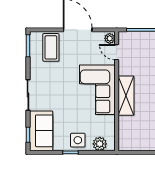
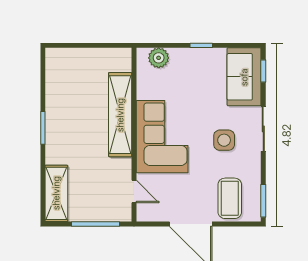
plant: (110, 38) -> (144, 212), removed
shelving: (126, 96) -> (120, 115), width x1.47
side table: (78, 140) -> (224, 140), moved

